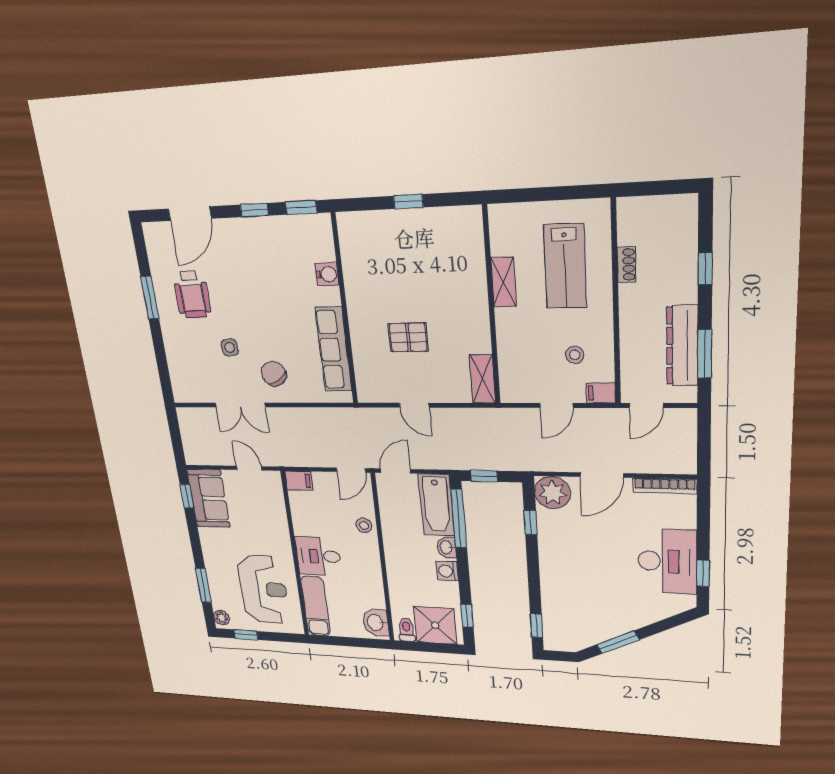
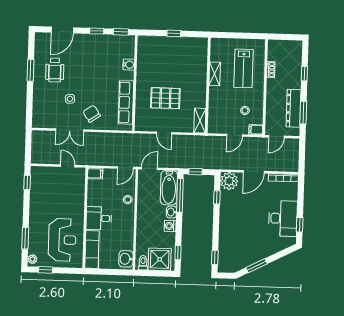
pallet: (408, 337) -> (165, 98), width x1.50, depth x1.42
sofa: (209, 498) -> (40, 184), removed

